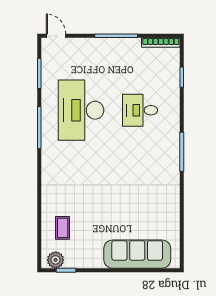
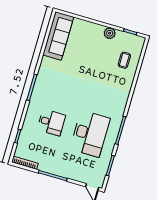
sofa: (137, 254) -> (58, 36), moved, turned -90
plant: (56, 260) -> (110, 33), moved

